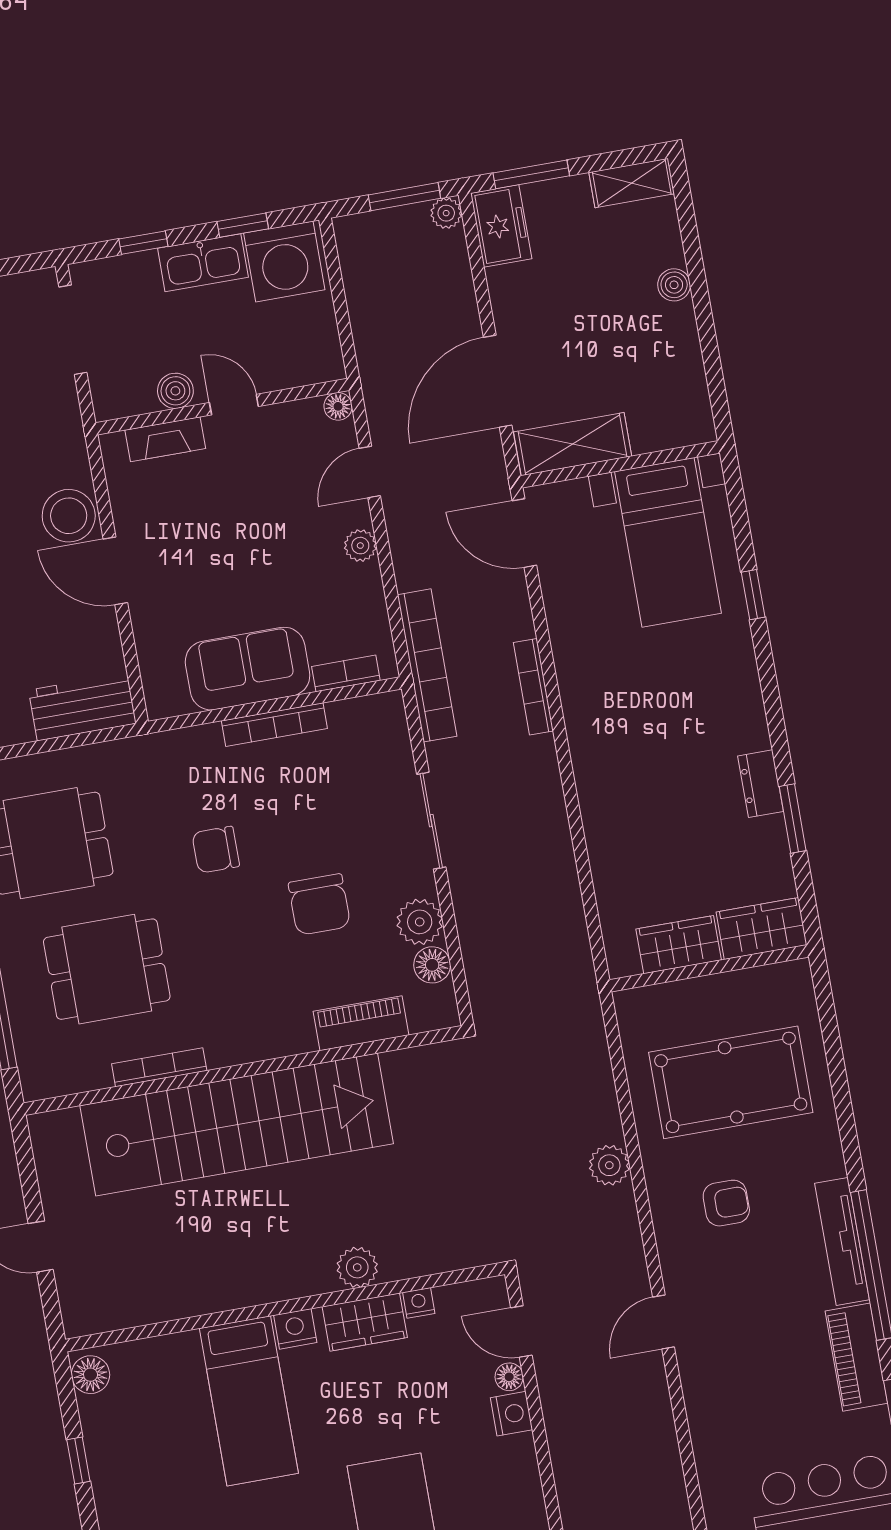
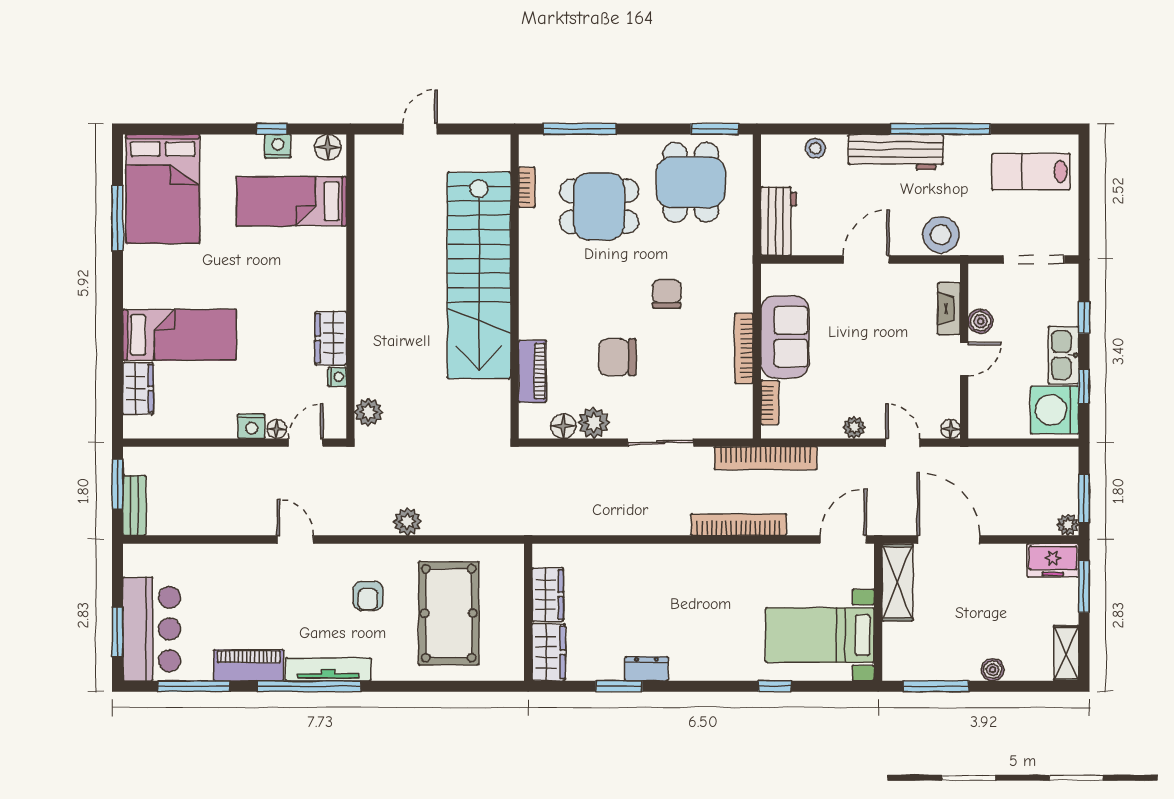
window: (712, 362) -> (936, 686), added
stool: (69, 516) -> (941, 235), moved
bookcase: (533, 687) -> (739, 525), width x1.48, depth x1.31
dining table: (107, 969) -> (599, 206), turned 90
bookcase: (159, 1067) -> (527, 187), moved, width x0.64
plant: (357, 1267) -> (368, 412), moved
nightstand: (295, 1329) -> (278, 146), moved, turned -90
bed: (249, 1401) -> (291, 201), moved

